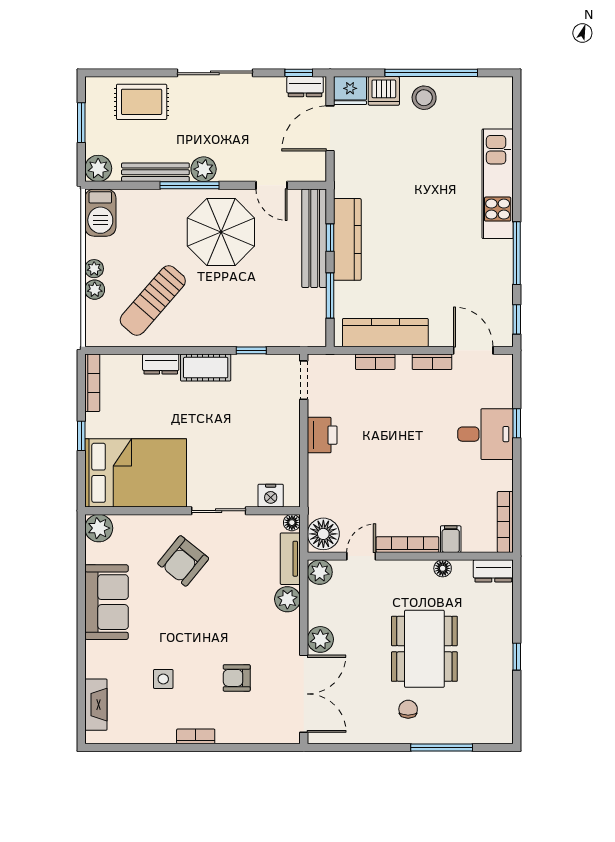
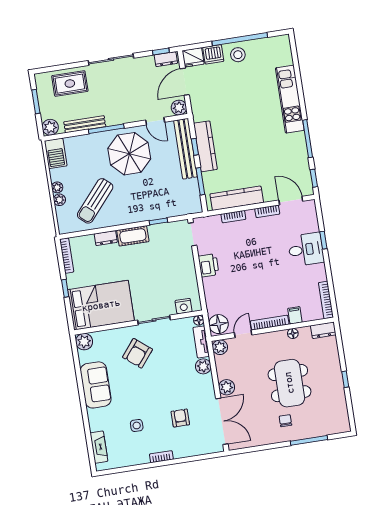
plant: (204, 169) -> (179, 108), moved
armchair: (237, 678) -> (180, 418), turned 90

